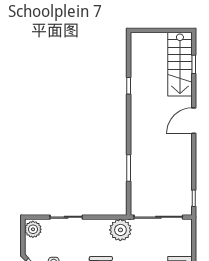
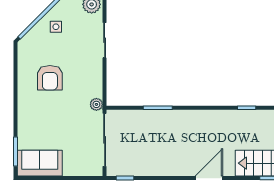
door: (194, 121) -> (209, 178), hinge flipped
plant: (120, 230) -> (96, 104), width x0.53, depth x0.53

